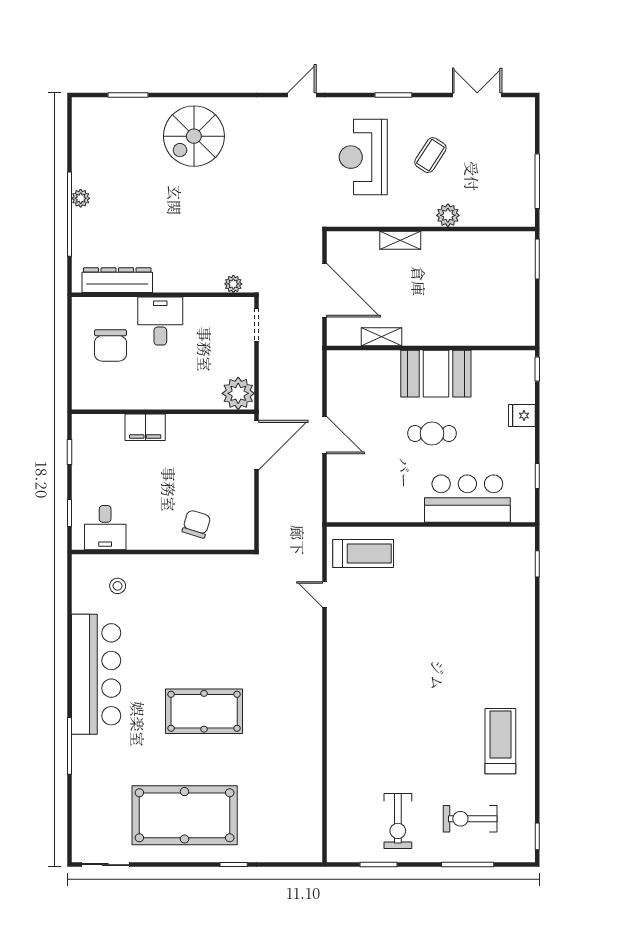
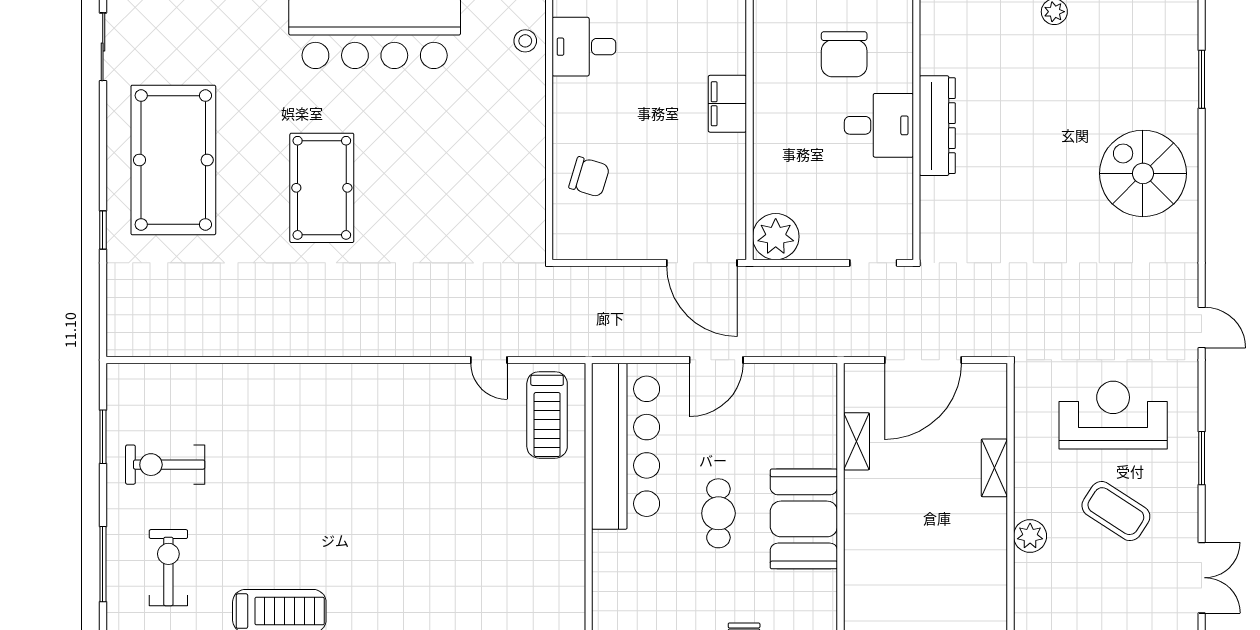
coffee table: (430, 155) -> (1116, 511), width x1.36, depth x1.30
dresser: (117, 280) -> (937, 126), moved
plant: (233, 284) -> (932, 230), removed
chair: (111, 345) -> (844, 54), turned -90
bar counter: (467, 499) -> (626, 446), moved, width x1.36
stool: (118, 586) -> (525, 41), moved
door: (325, 594) -> (489, 360), swing flipped

